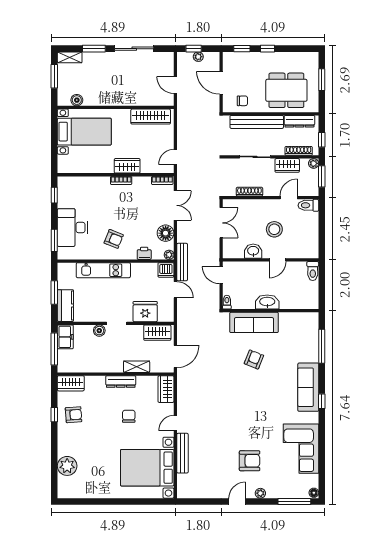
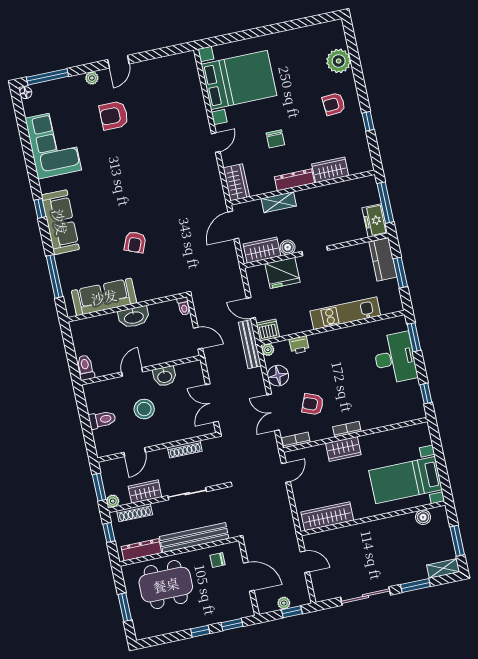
toilet: (308, 205) -> (102, 420), moved
armchair: (114, 239) -> (313, 404), moved
sofa: (254, 322) -> (104, 297), moved
boiler: (99, 331) -> (288, 247), moved
wardrobe: (71, 383) -> (330, 170), moved
armchair: (74, 415) -> (334, 104), moved
bench: (182, 453) -> (199, 107), removed

